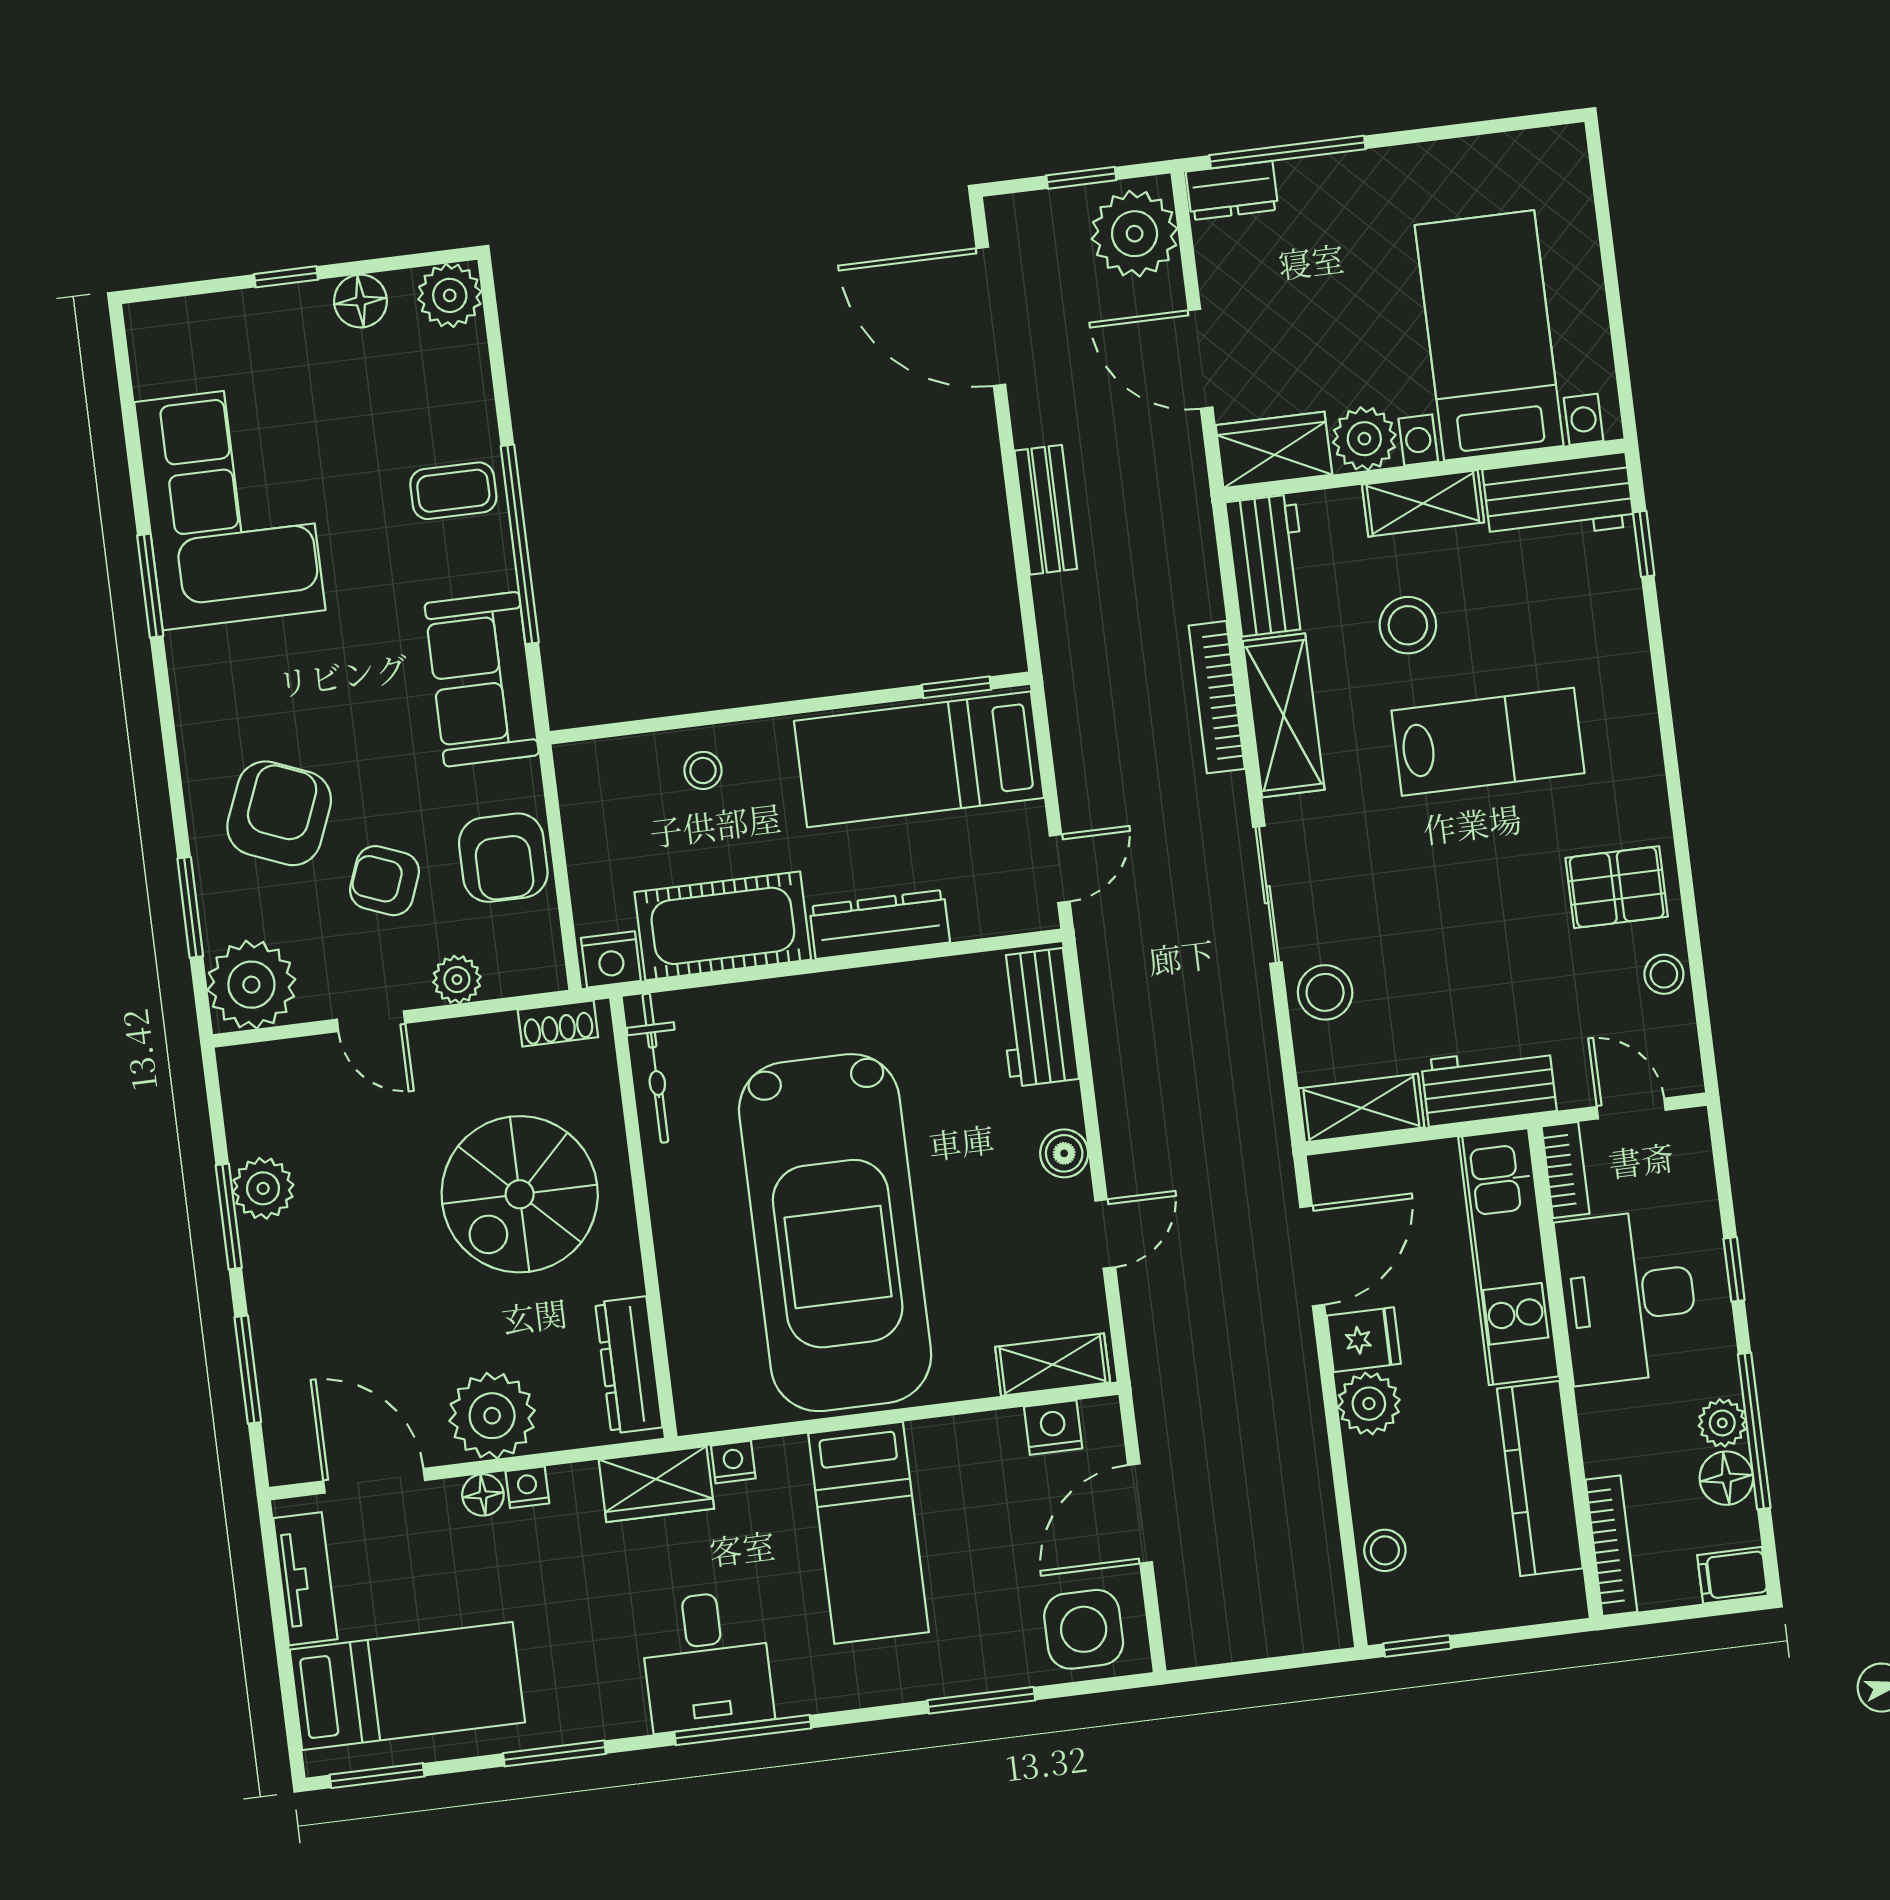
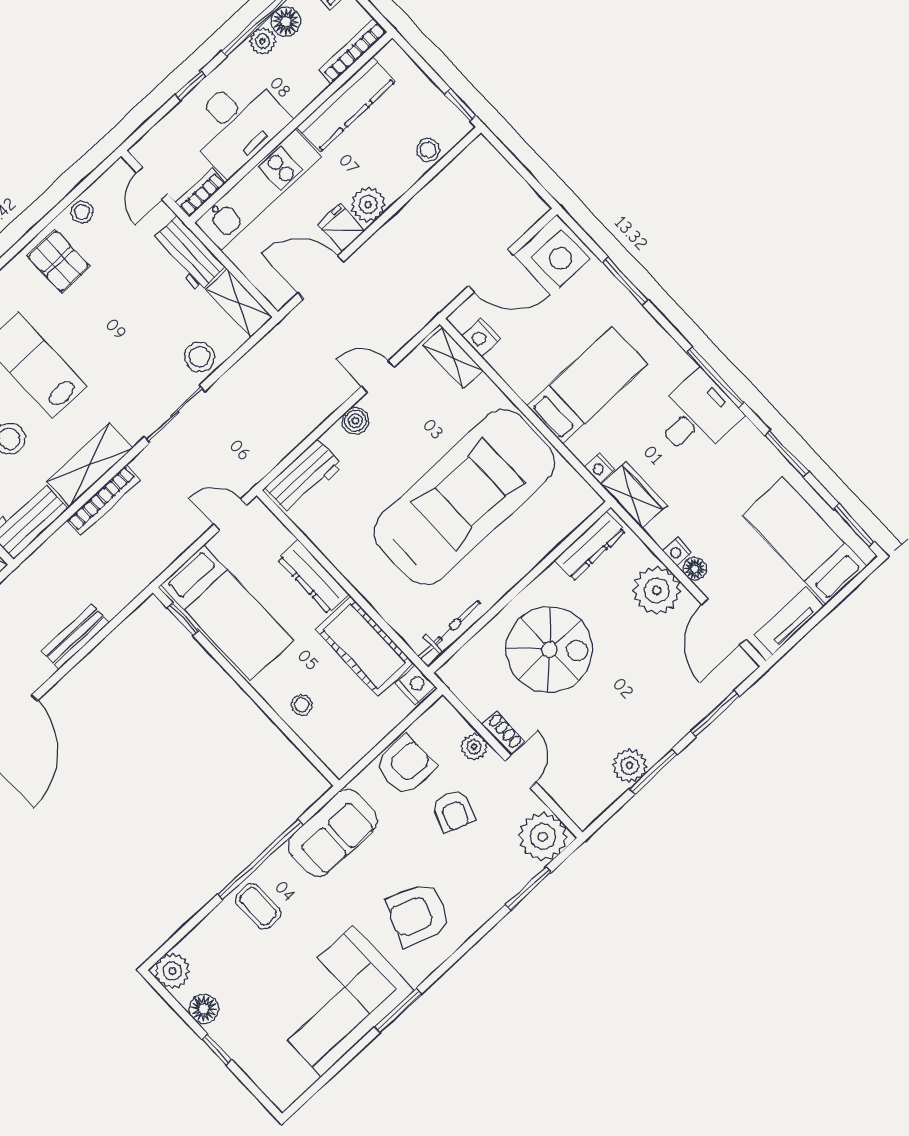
armchair: (279, 813) -> (418, 914), moved
shoe rack: (558, 1024) -> (503, 733), moved

